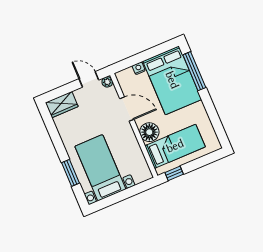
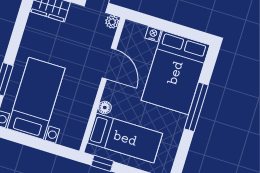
window: (194, 71) -> (196, 107), moved
floor lamp: (149, 132) -> (105, 108), width x0.53, depth x0.53

